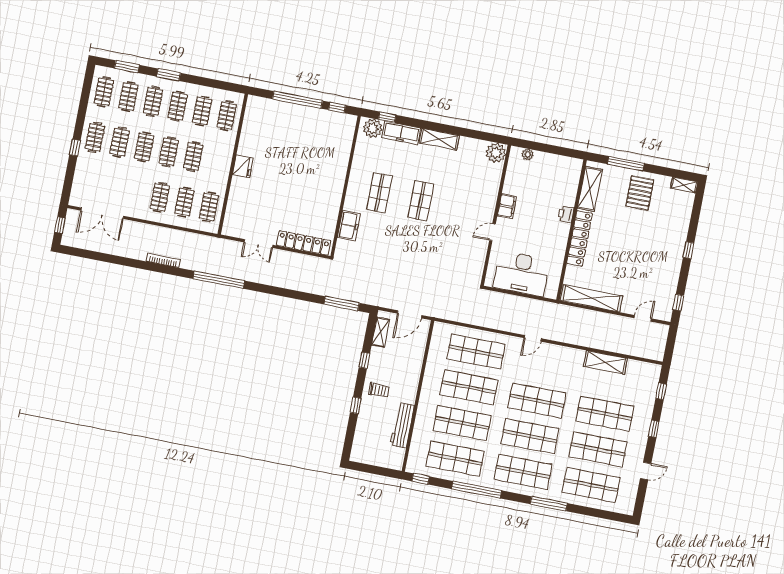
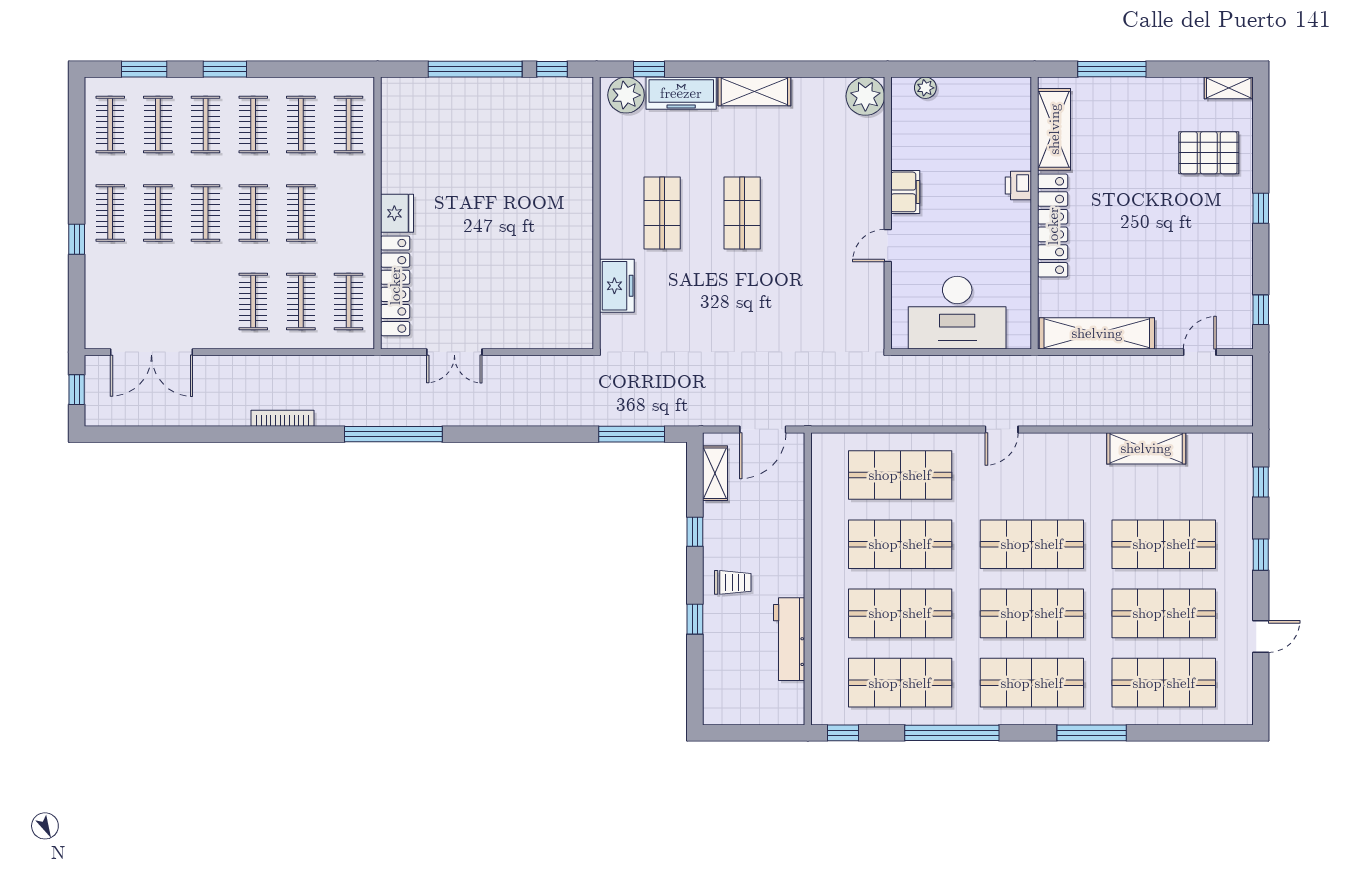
pallet: (640, 193) -> (1209, 153), moved, turned 90
locker: (304, 243) -> (395, 286), moved, turned 90

